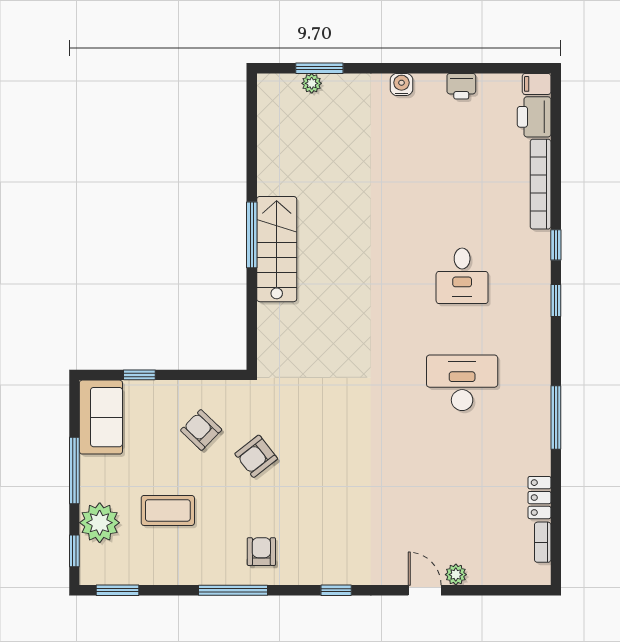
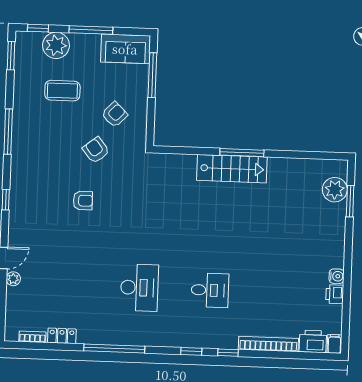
plant: (312, 83) -> (335, 190), width x1.88, depth x1.88
water cooler: (401, 84) -> (337, 276), moved
desk: (462, 276) -> (210, 290), turned 180
window: (139, 375) -> (152, 75), width x2.17
window: (556, 417) -> (114, 348), width x1.46
coffee table: (168, 510) -> (62, 91), turned 90
armchair: (261, 552) -> (83, 201), moved

